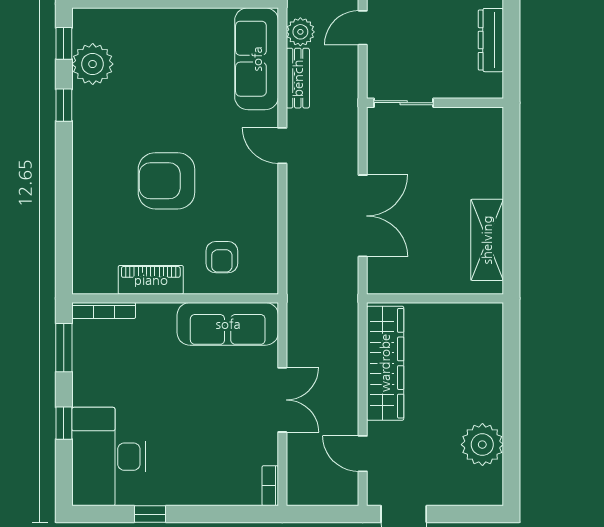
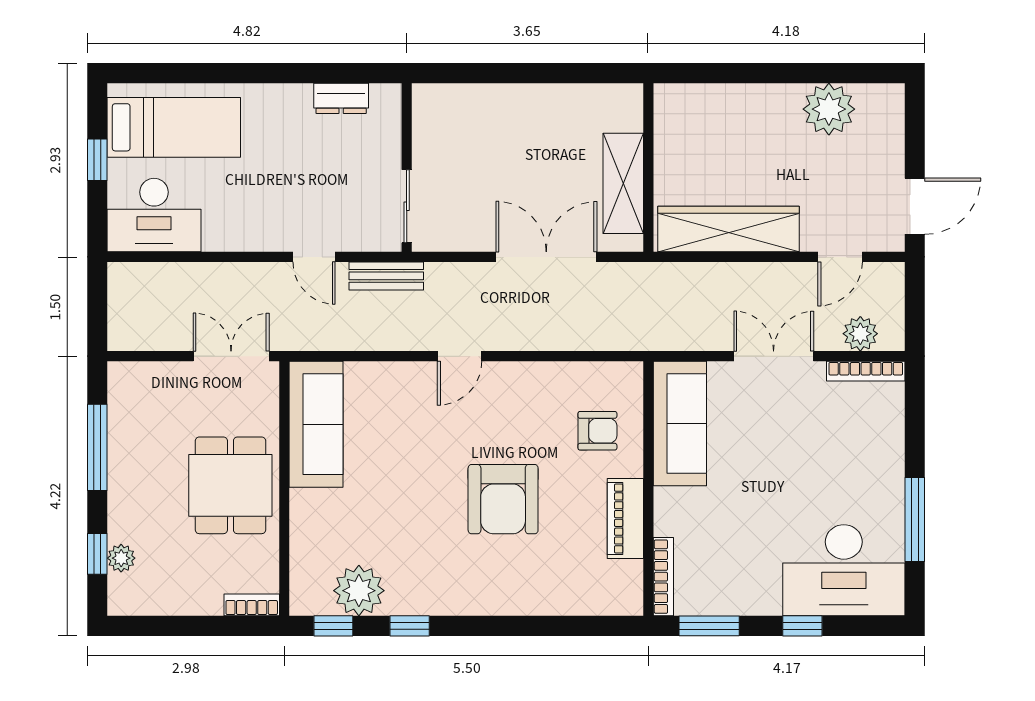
plant: (300, 32) -> (860, 334), moved
dresser: (491, 40) -> (341, 98), width x0.70
sofa: (257, 59) -> (316, 424), moved, turned -90
bench: (298, 78) -> (386, 276), moved
shelving: (487, 240) -> (623, 183), moved, turned 90
bookcase: (270, 486) -> (866, 371), width x1.56
window: (150, 514) -> (915, 519), width x2.17

